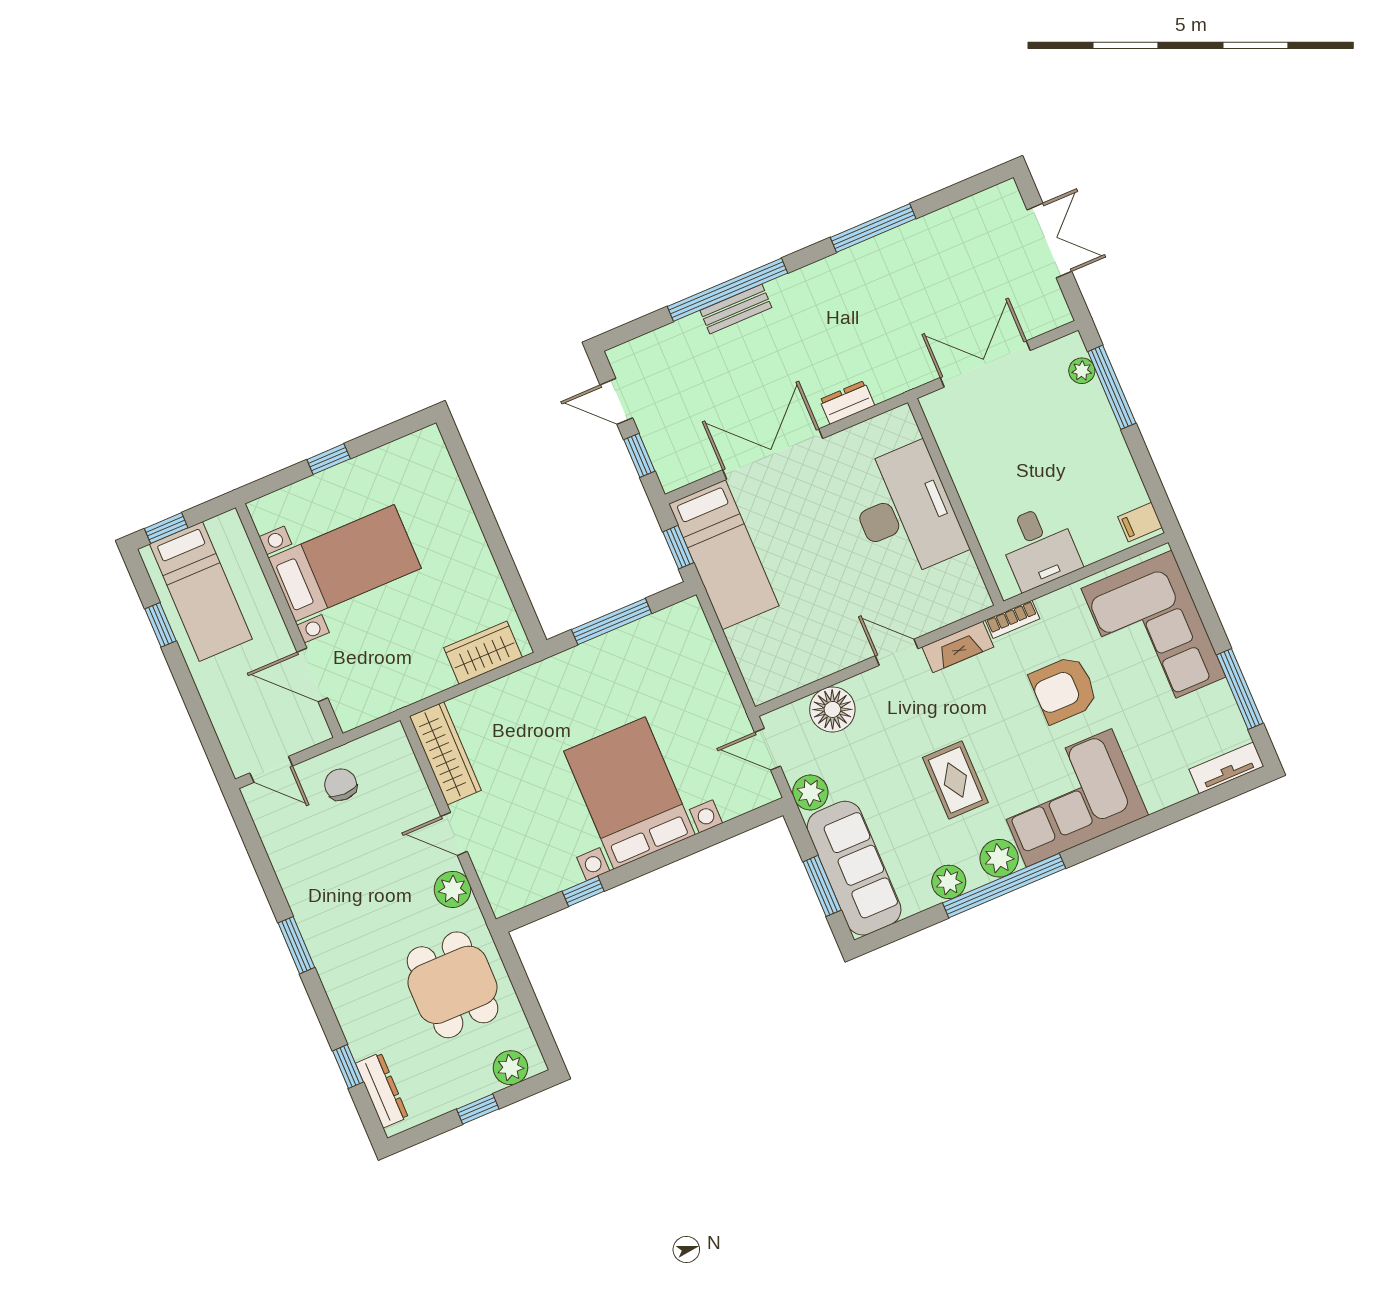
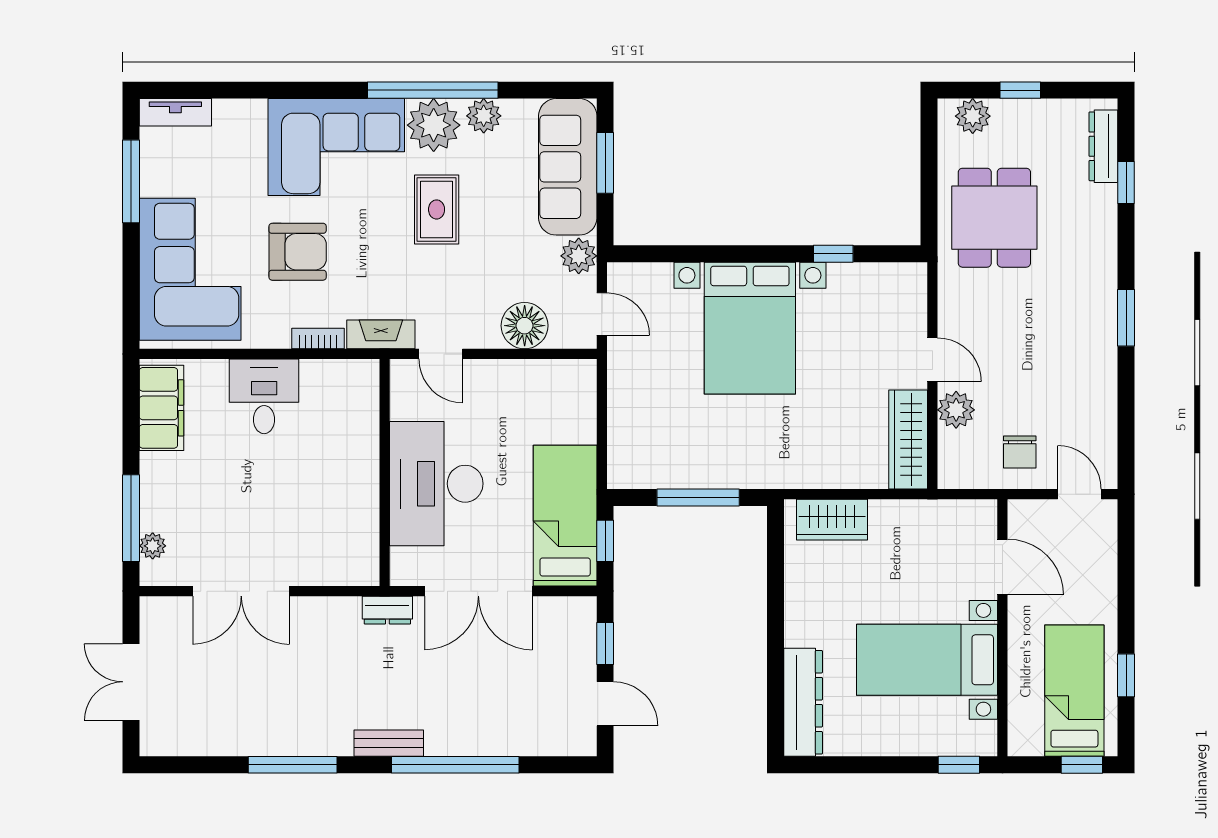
bench: (736, 309) -> (389, 743), moved
window: (329, 459) -> (959, 765), moved
dresser: (440, 478) -> (803, 702), added
wall: (956, 502) -> (385, 472), moved
desk: (905, 511) -> (436, 484), moved
filing cabinet: (1140, 522) -> (161, 408), width x3.00, depth x1.17
plant: (999, 858) -> (434, 125), width x1.36, depth x1.36
plant: (453, 889) -> (956, 410), moved

